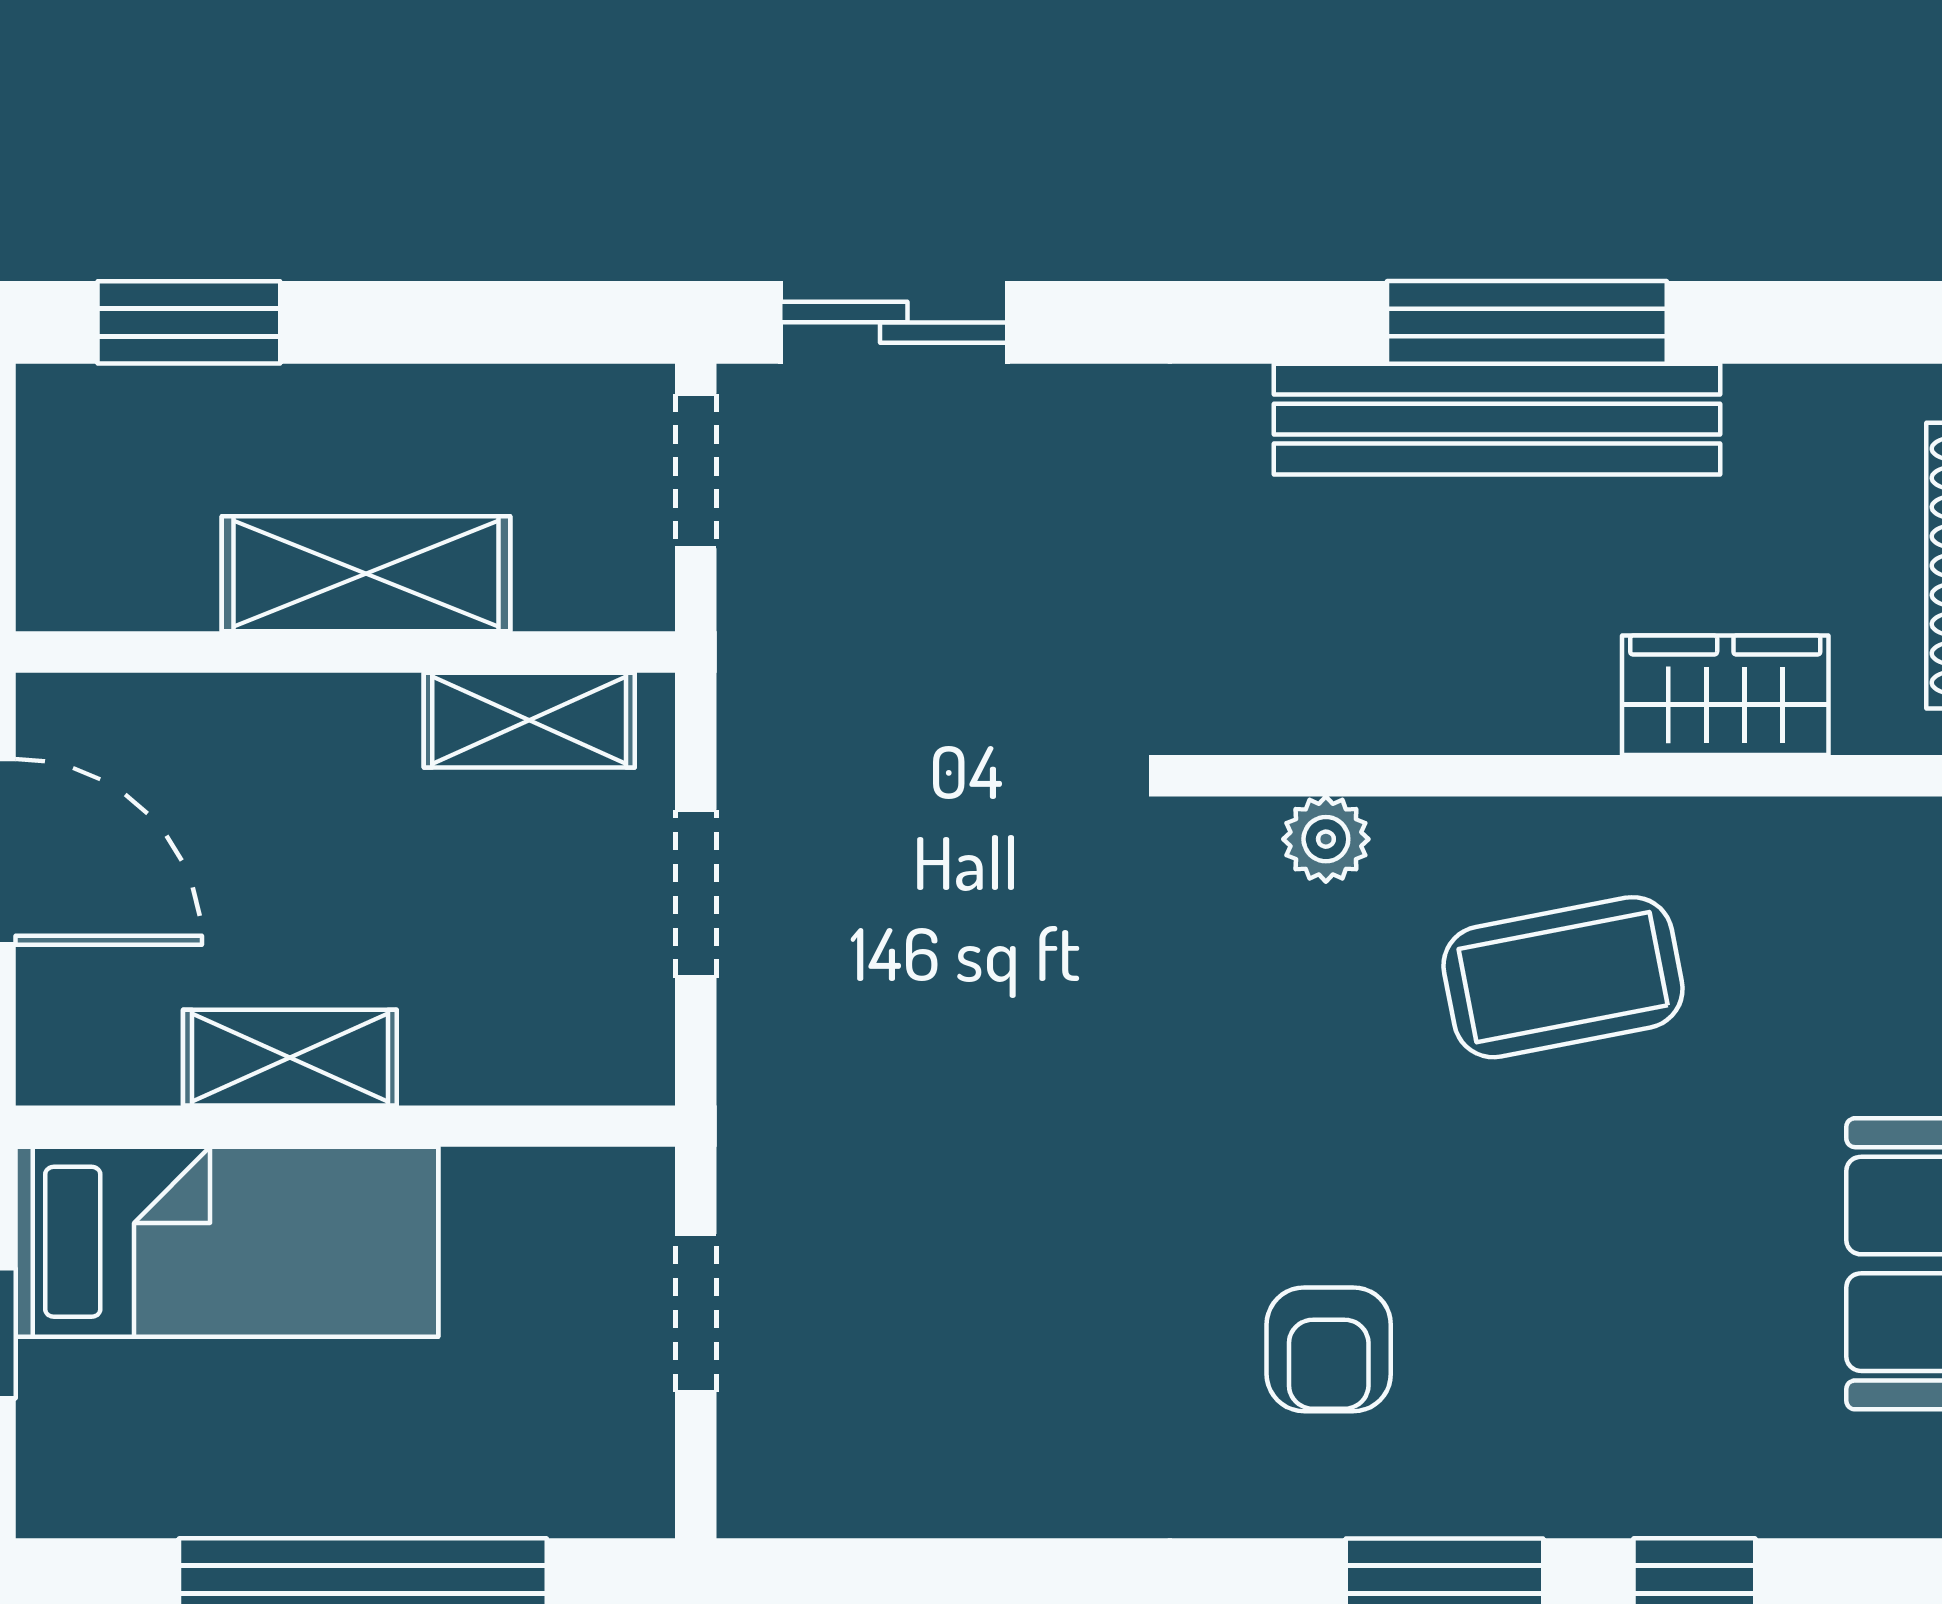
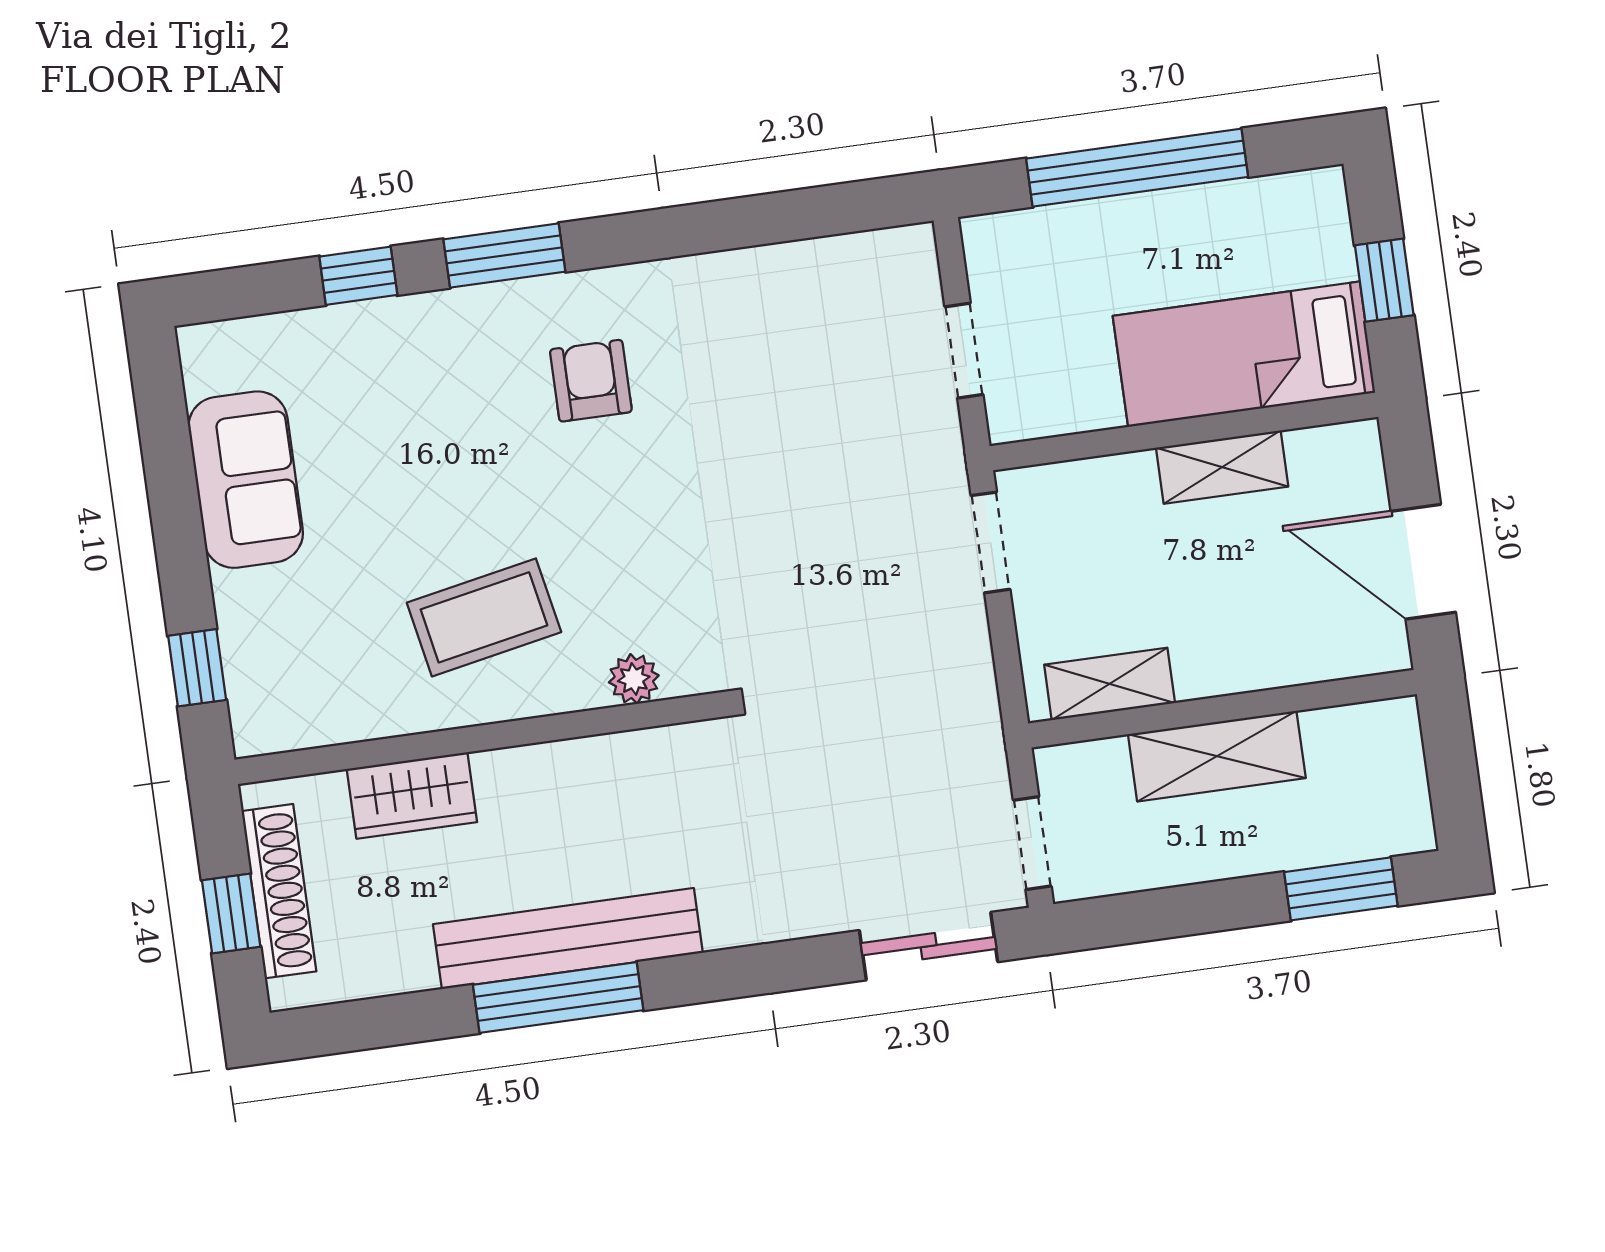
doorway: (696, 894) -> (991, 542), moved

